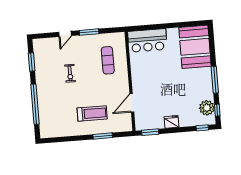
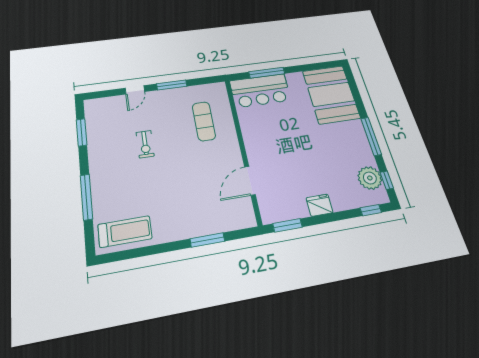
window: (154, 27) -> (267, 73), added
window: (35, 104) -> (86, 197), width x0.68
treadmill: (92, 113) -> (125, 232), moved

